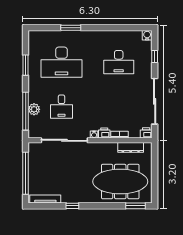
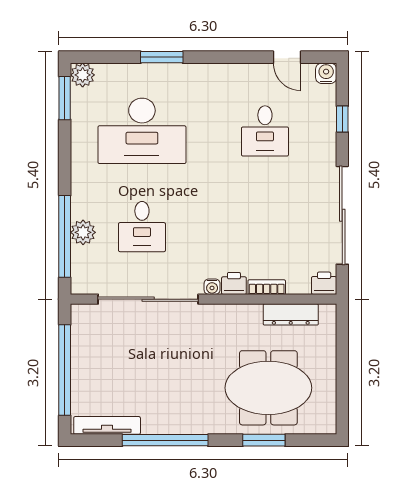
door: (129, 28) -> (287, 57), added
plant: (34, 36) -> (83, 75), added
desk: (119, 62) -> (265, 131), width x0.73
window: (26, 65) -> (65, 98), moved
meeting table: (120, 182) -> (268, 388), width x0.73
window: (72, 206) -> (165, 440), width x3.17
window: (136, 206) -> (264, 440), moved

